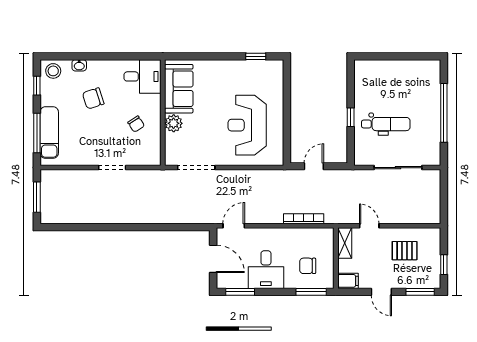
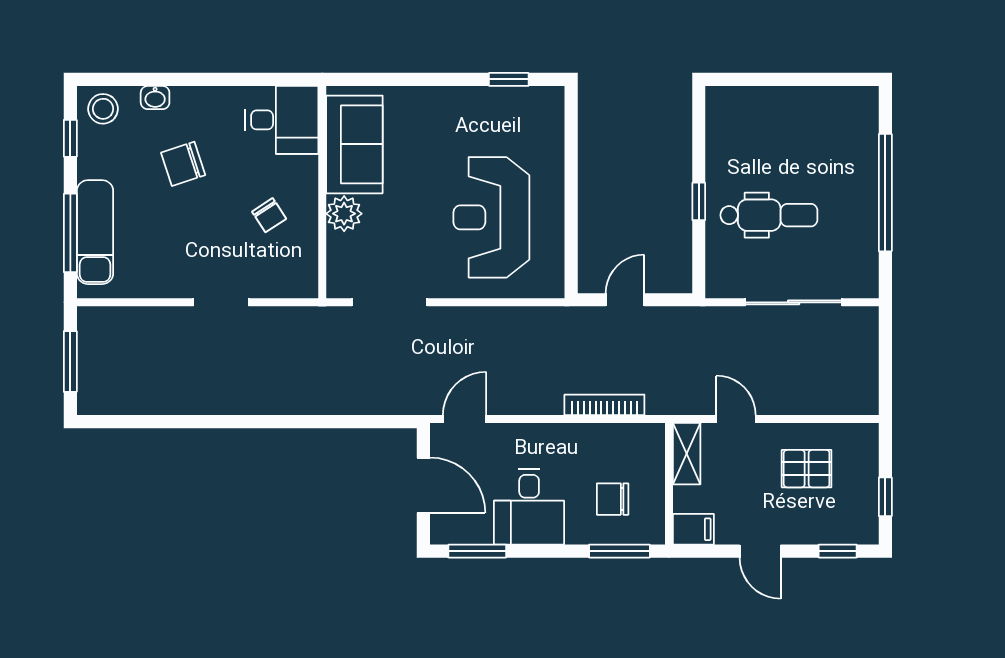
window: (420, 292) -> (838, 551), width x0.67

